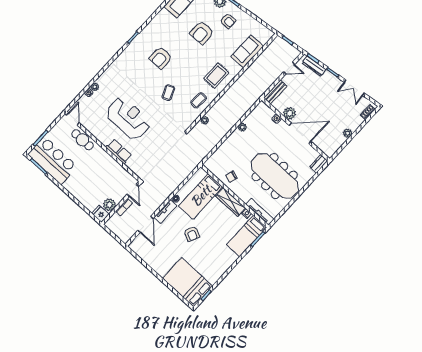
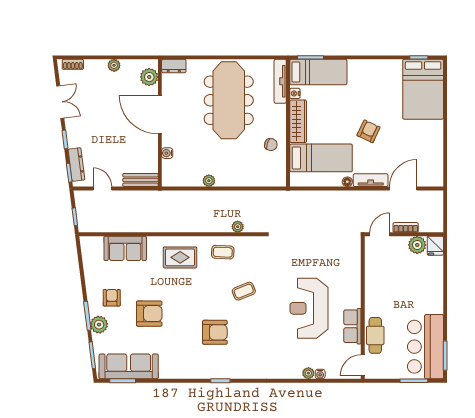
plant: (290, 113) -> (149, 77), moved
row of seats: (119, 151) -> (352, 326), moved

